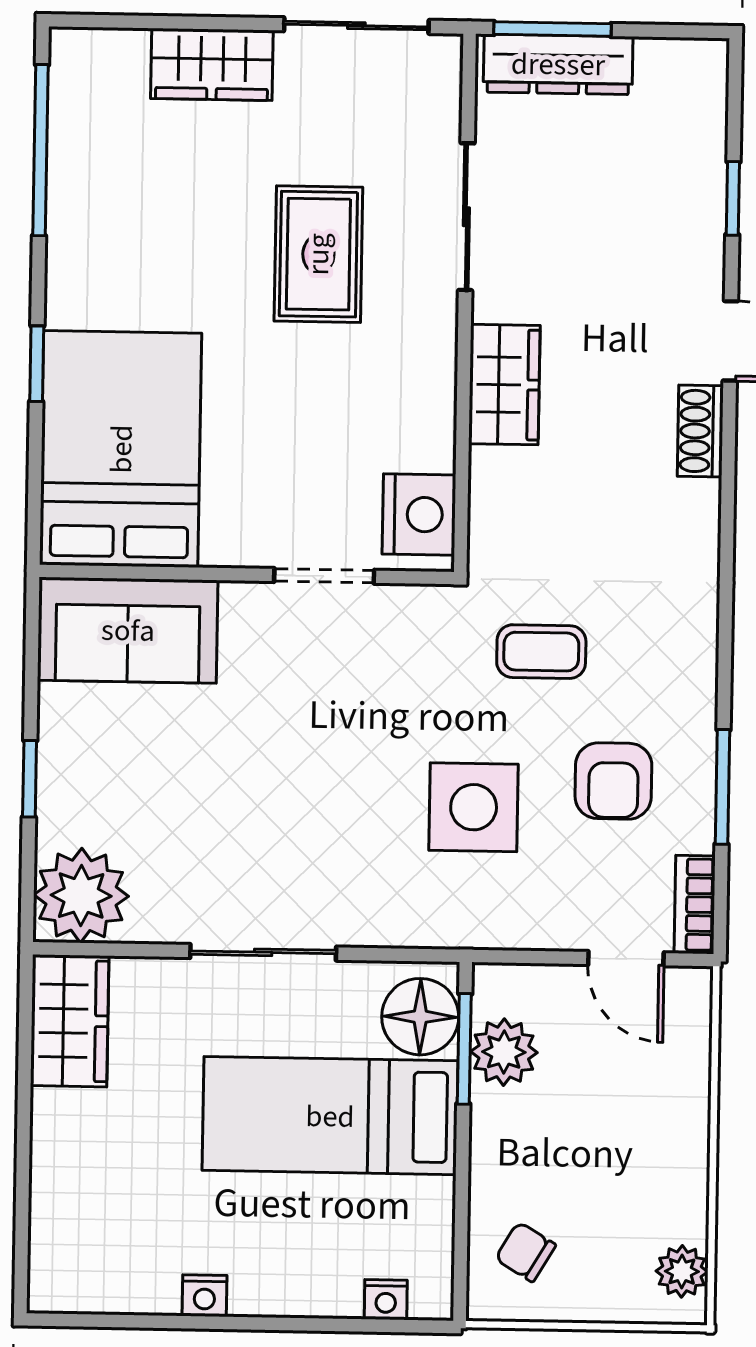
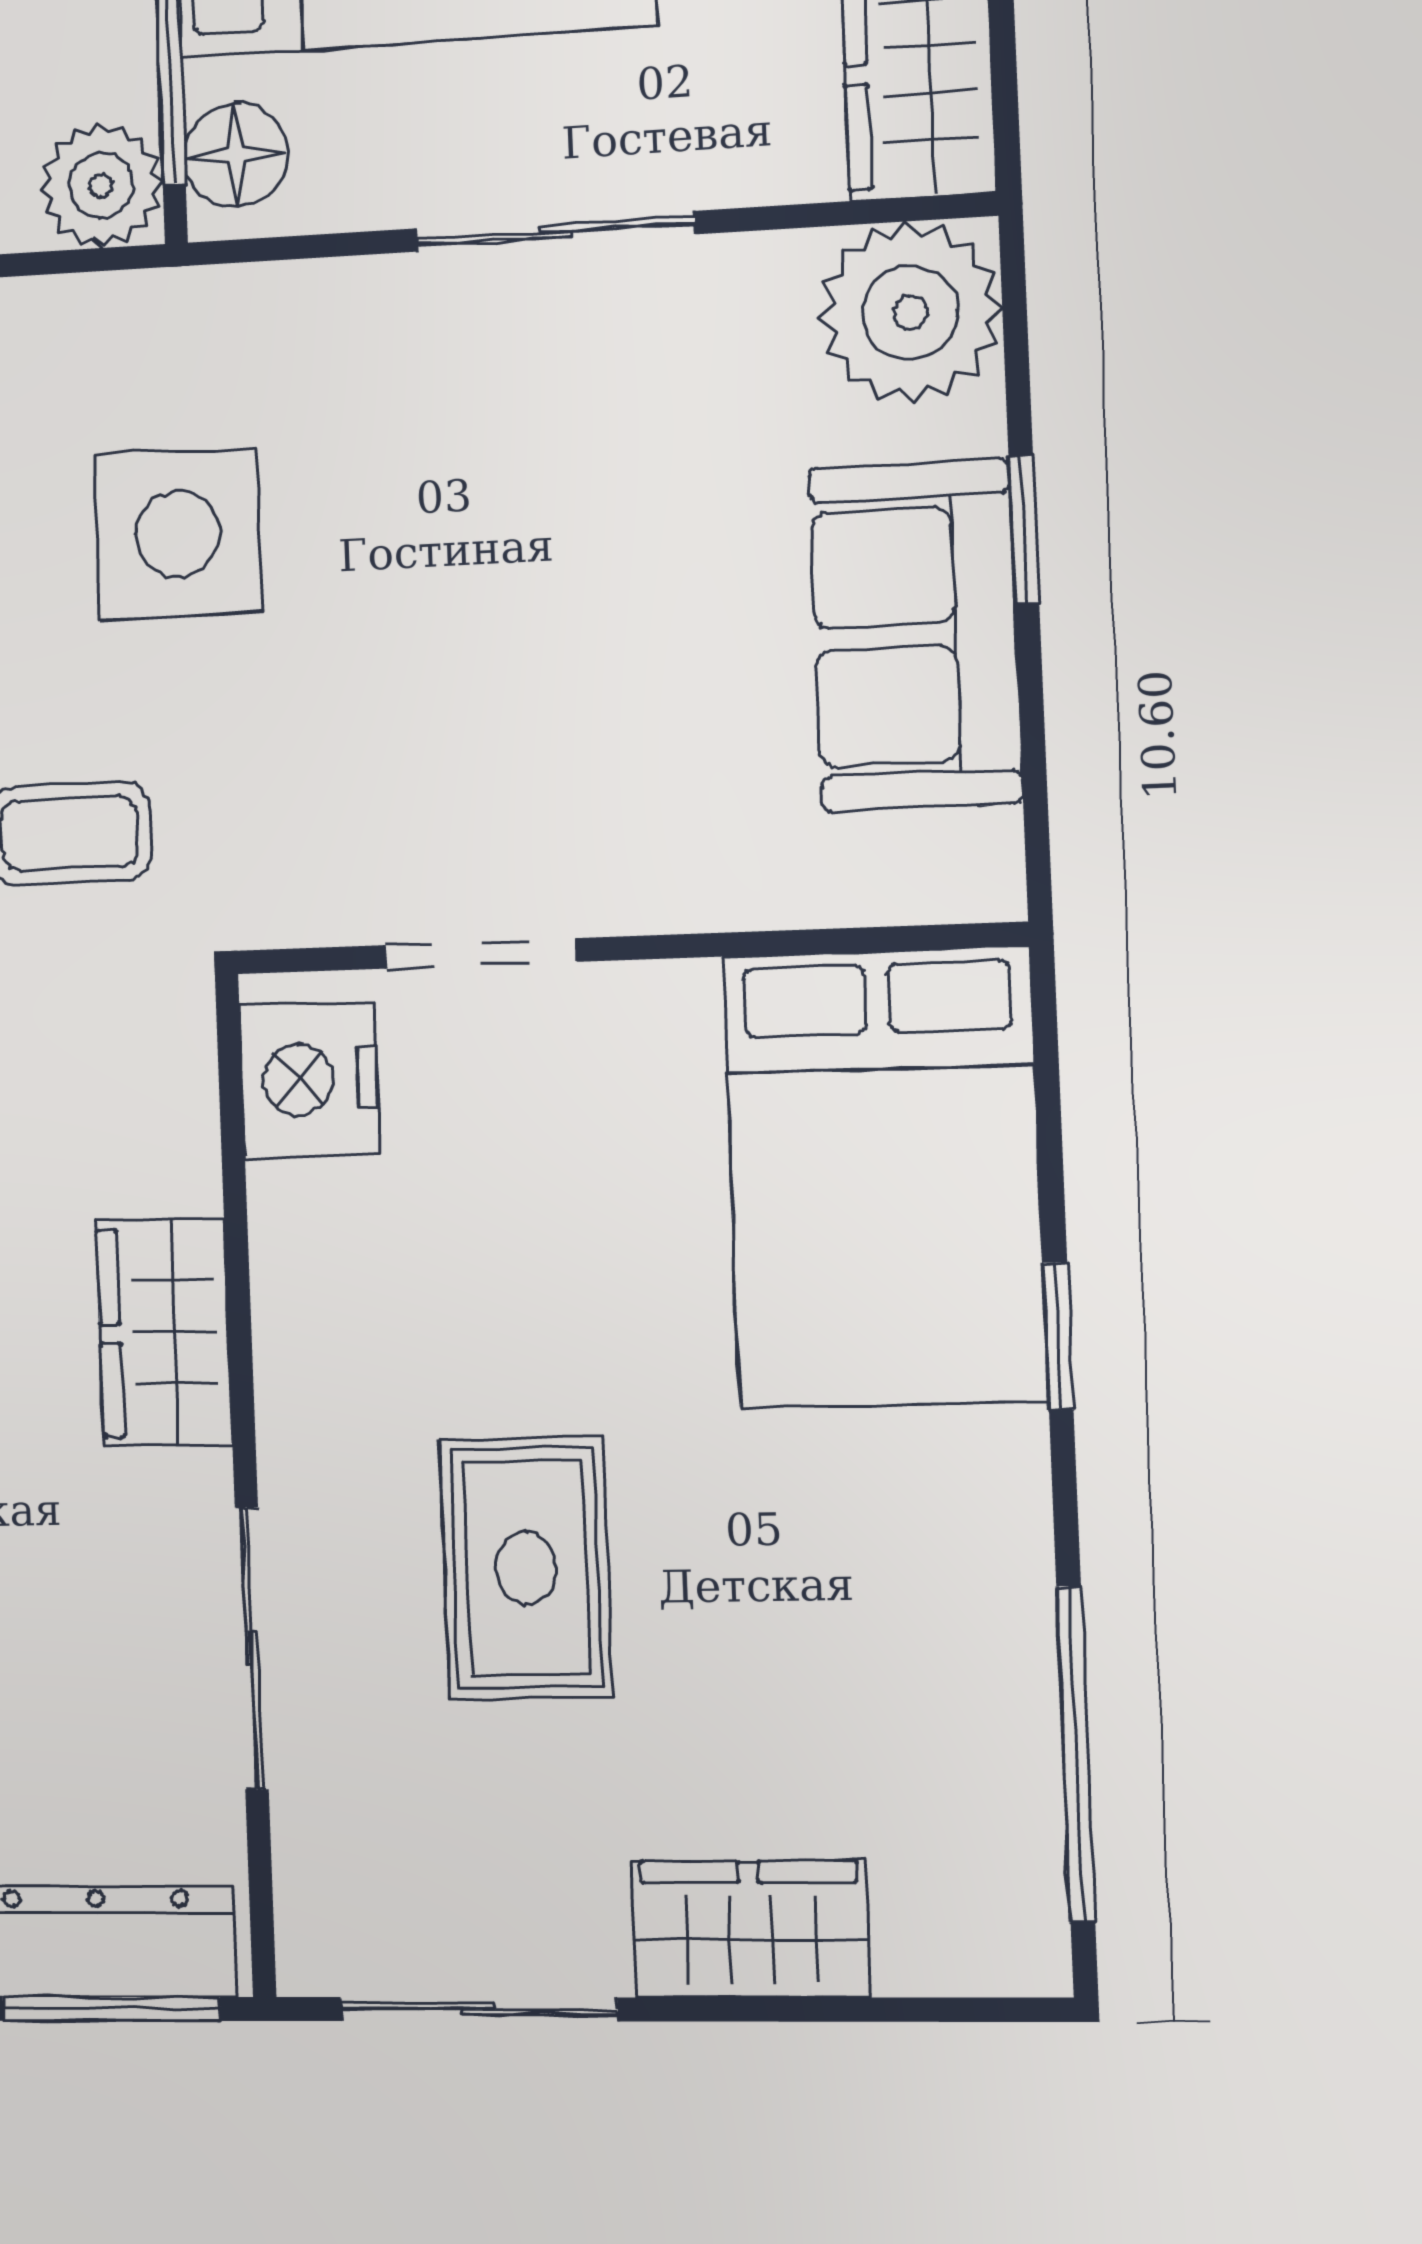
sofa: (128, 630) -> (915, 635), moved, turned -90
floor lamp: (420, 1017) -> (236, 155), width x0.73, depth x0.73
plant: (504, 1052) -> (101, 185), moved

